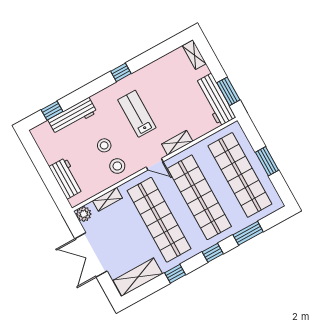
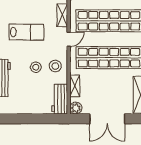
lab bench: (137, 114) -> (26, 32), turned 180
workbench: (66, 178) -> (60, 99), moved, turned -90

